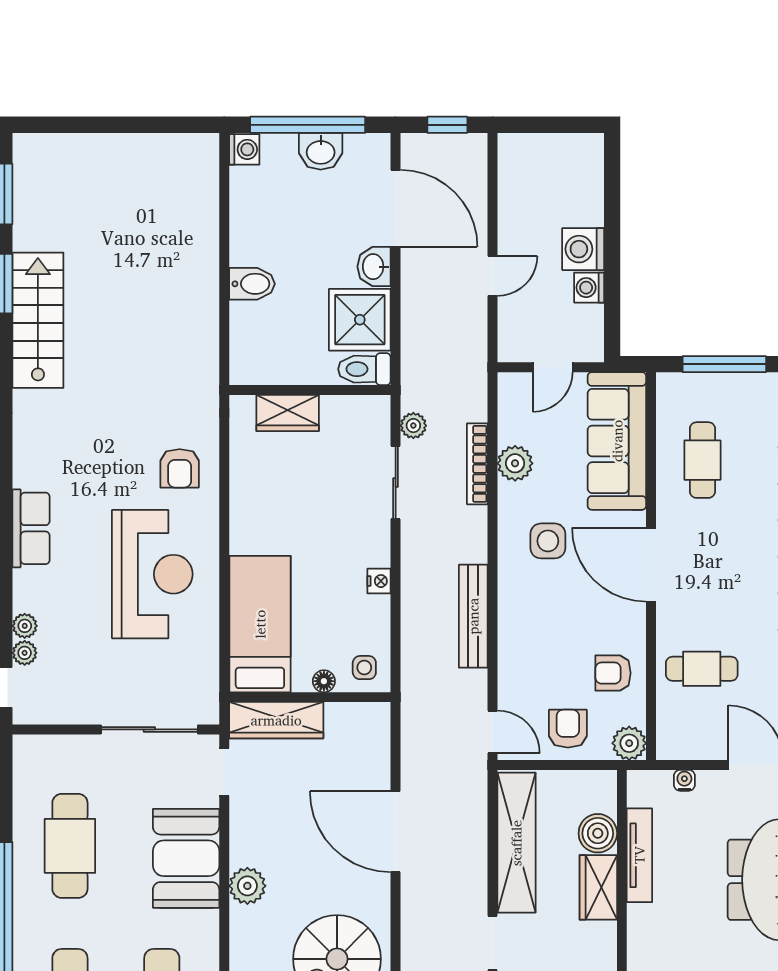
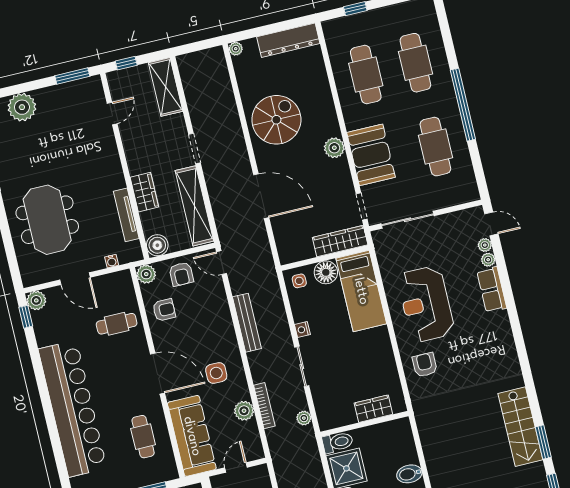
sliding door: (396, 483) -> (302, 367), moved
row of seats: (31, 528) -> (492, 290), moved
floor lamp: (324, 681) -> (326, 272), width x1.89, depth x1.89
boiler: (598, 833) -> (157, 245), moved

